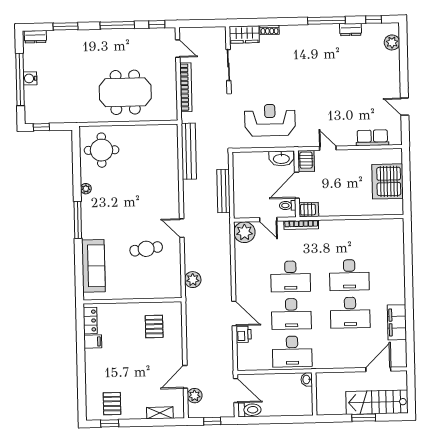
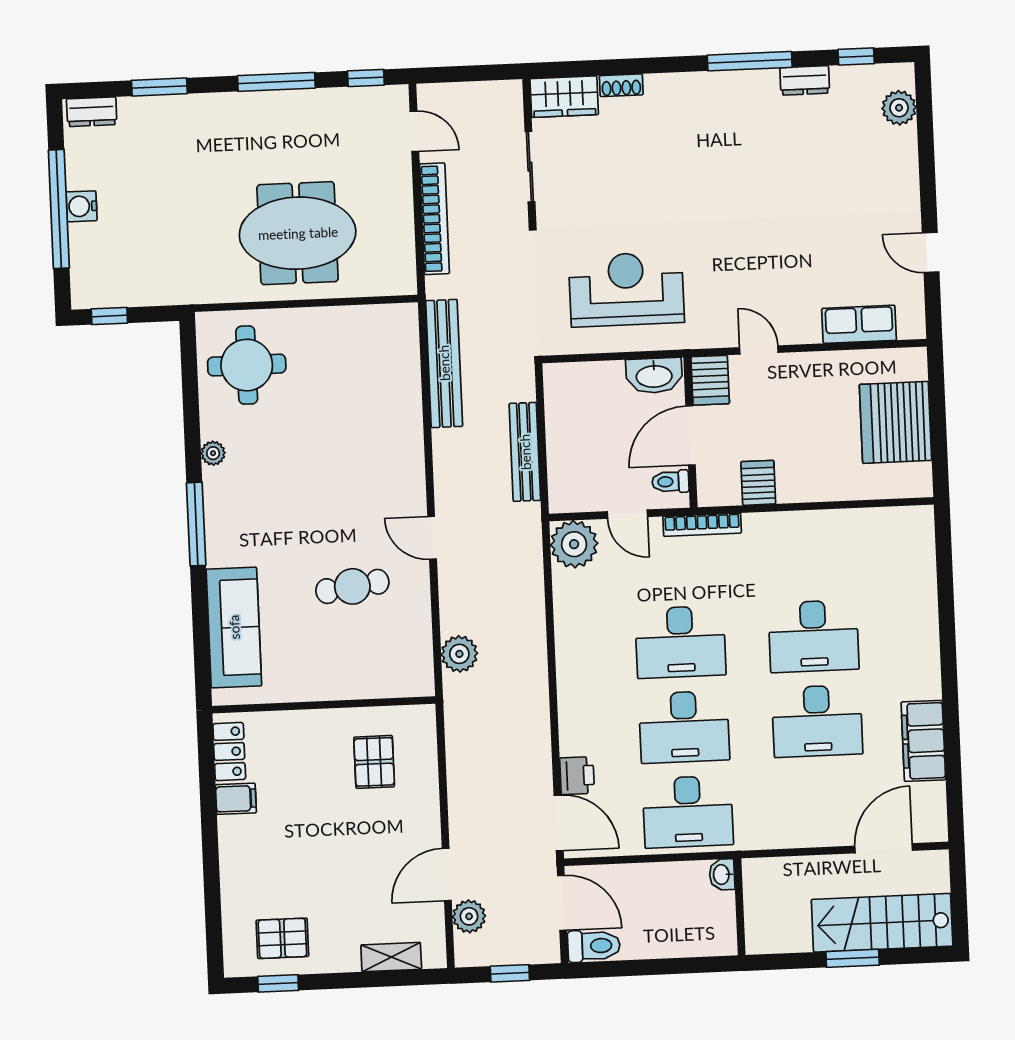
server rack: (309, 210) -> (758, 483), moved, turned -90
door: (234, 313) -> (559, 823), moved
pallet: (112, 404) -> (282, 938), turned 90

